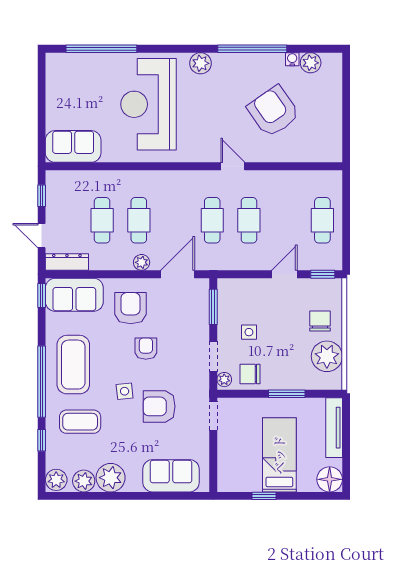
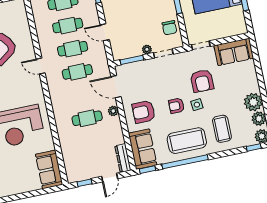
door: (233, 166) -> (41, 66), hinge flipped
cafe table: (102, 220) -> (68, 26), moved
door: (284, 274) -> (105, 32), moved
side table: (249, 332) -> (143, 34), removed
armchair: (146, 349) -> (176, 106), moved
plant: (224, 380) -> (147, 49), moved
window: (42, 382) -> (185, 162), moved
window: (42, 440) -> (254, 147), moved
sofa: (171, 476) -> (234, 52), moved, turned -90

